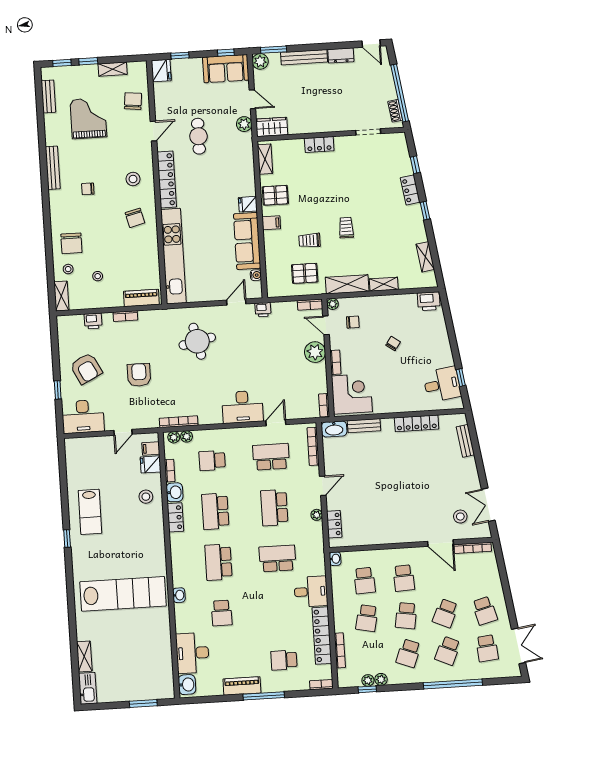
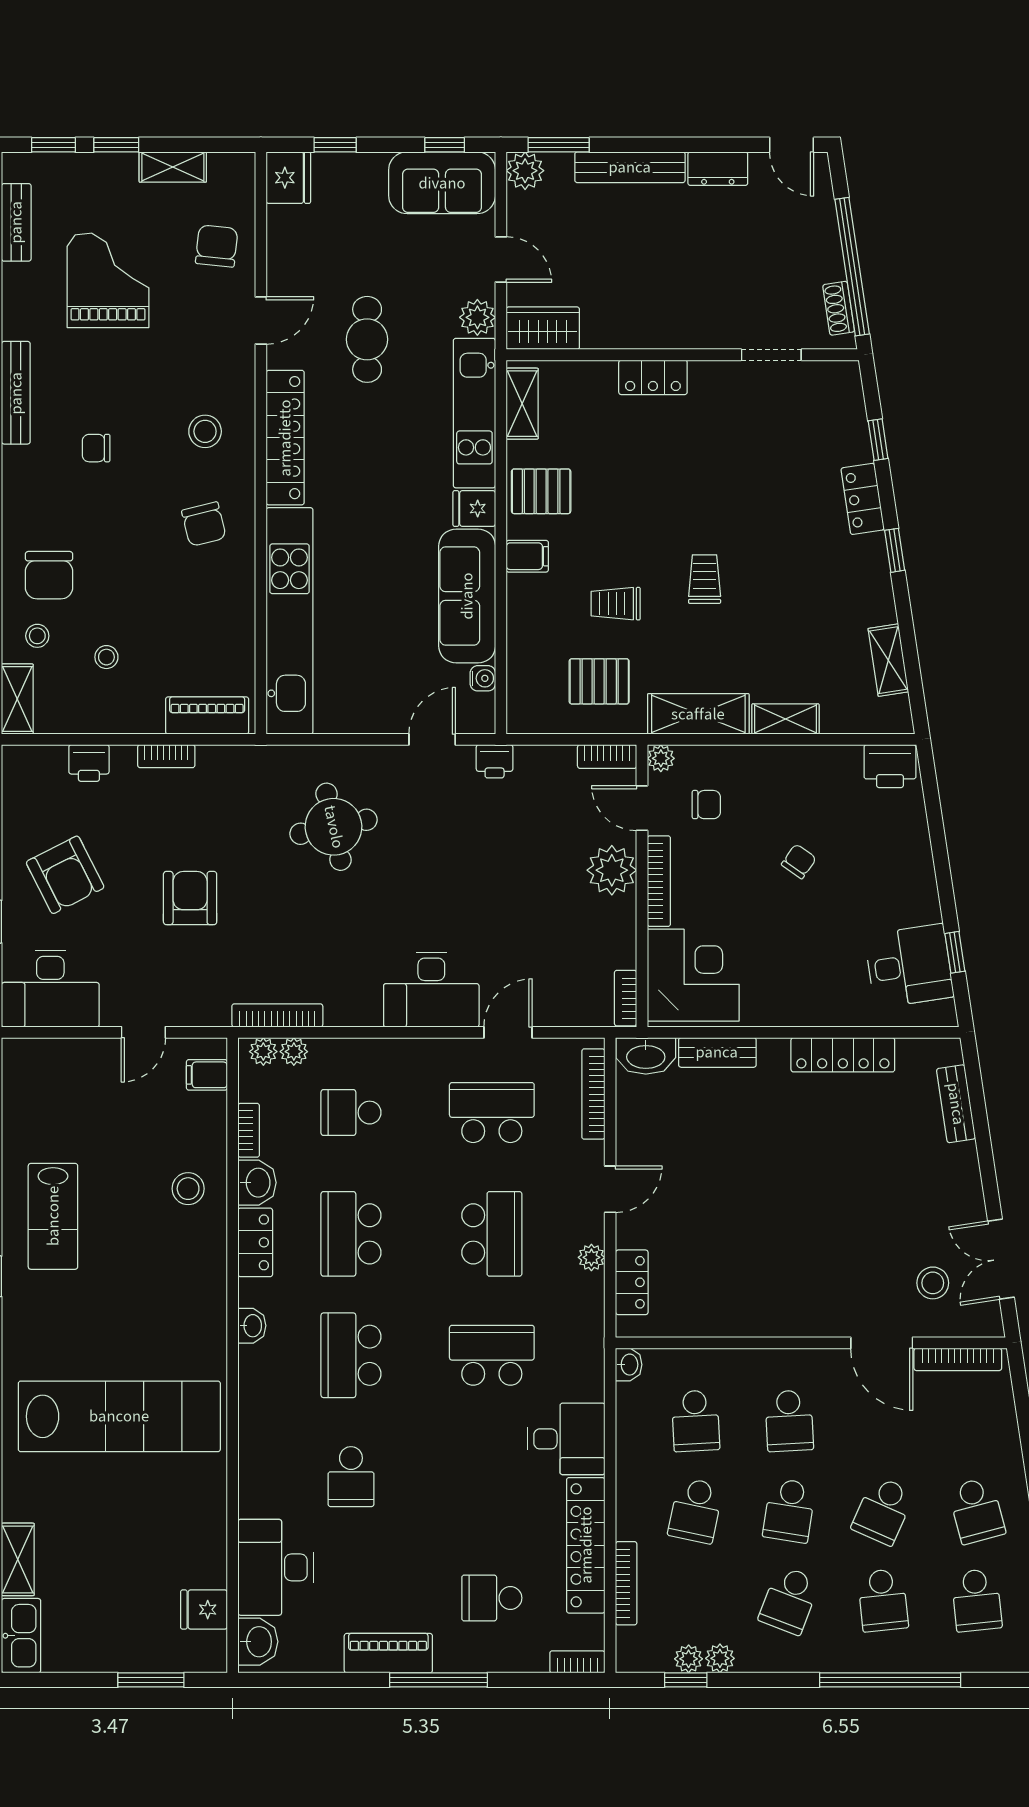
kitchen unit: (245, 164) -> (474, 413), added
bookcase: (335, 362) -> (659, 881), width x1.56
fridge: (151, 464) -> (204, 1610), moved
school desk: (274, 508) -> (492, 1234), turned 180
washbasin: (179, 595) -> (252, 1326), moved
school desk: (448, 651) -> (883, 1600), turned -30

